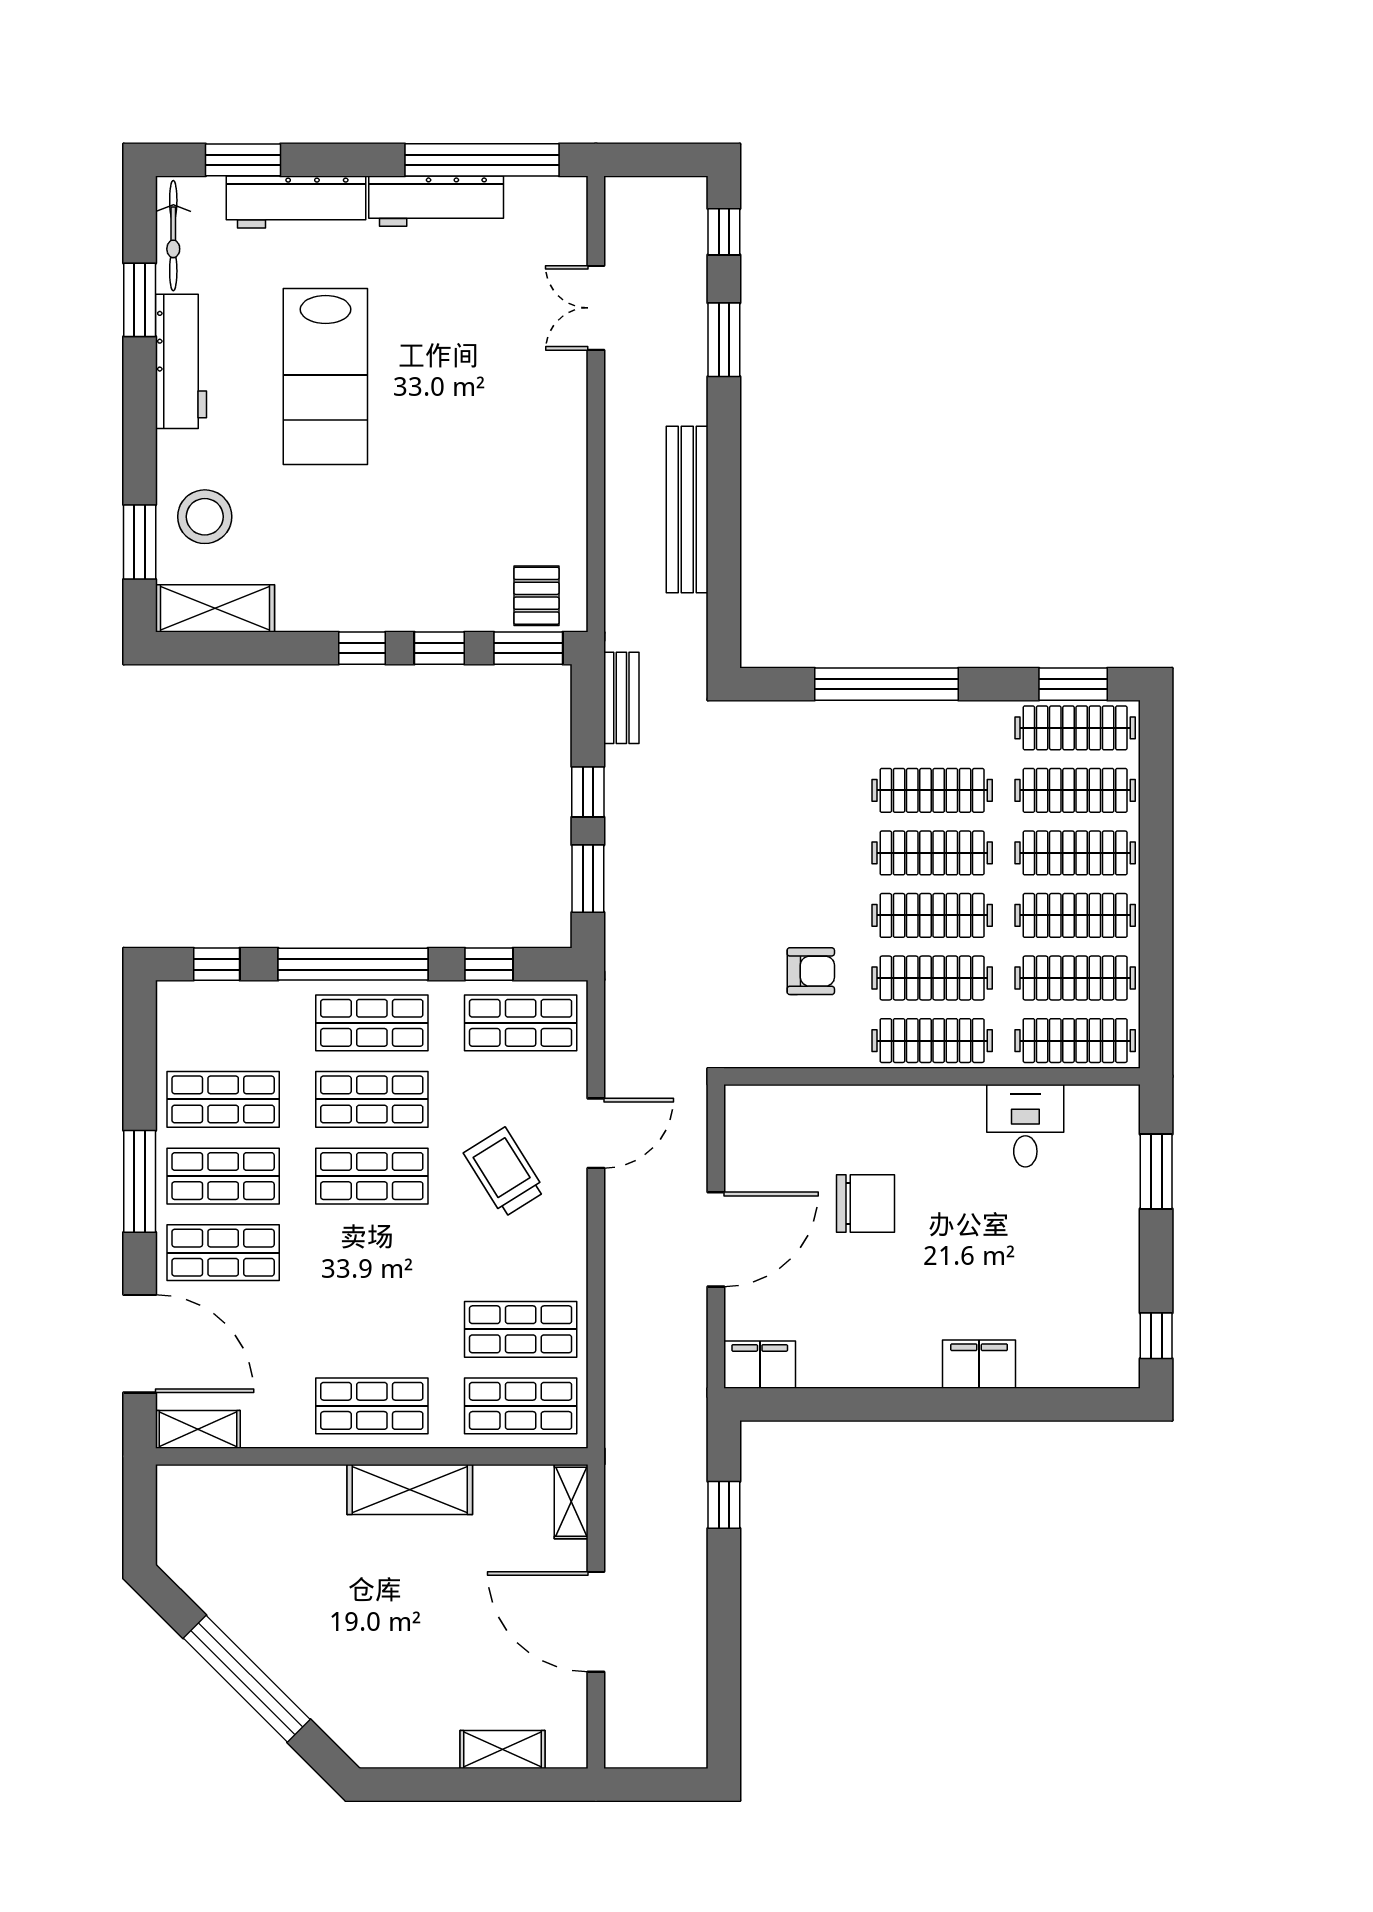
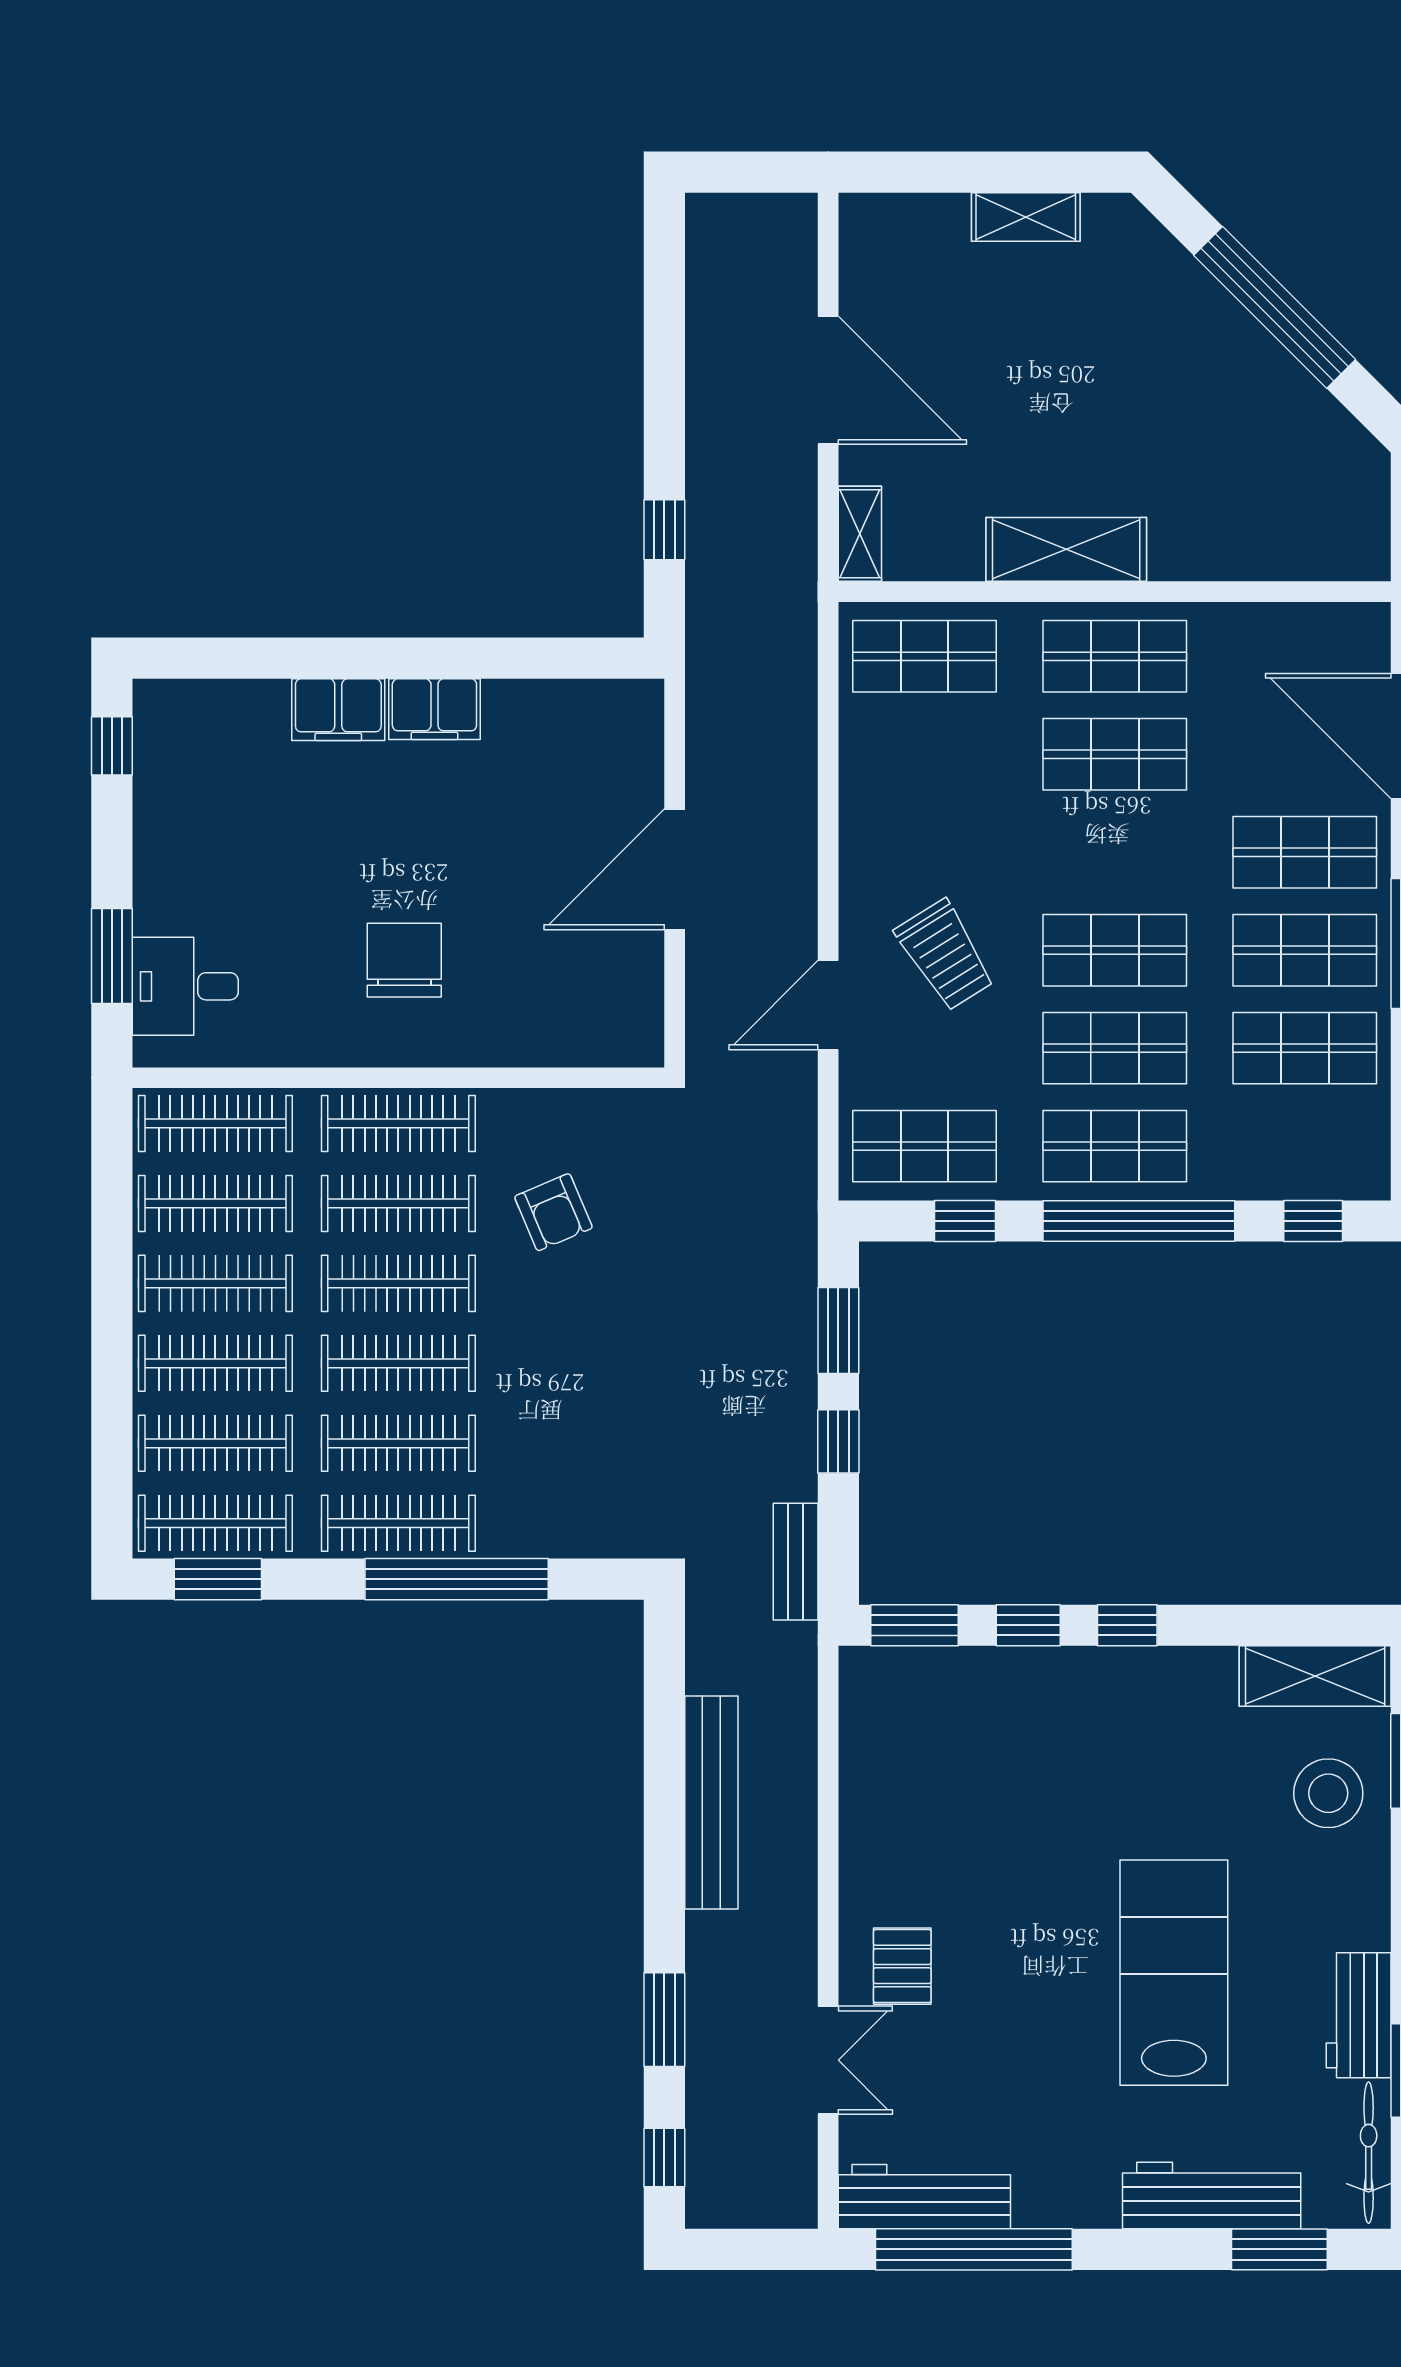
workbench: (436, 201) -> (924, 2197), moved
workbench: (181, 361) -> (1359, 2015), width x0.73
pallet: (536, 596) -> (902, 1966), moved
clothes rail: (932, 728) -> (398, 1523), added
armchair: (811, 971) -> (553, 1212), turned -113
desk: (1025, 1126) -> (185, 986), moved, turned 90
chair: (866, 1203) -> (404, 960), moved, turned 90
shop shelf: (521, 1329) -> (1115, 754), moved
filing cabinet: (760, 1365) -> (434, 709), moved
shelving: (198, 1429) -> (1337, 626), removed
shelving: (503, 1750) -> (1026, 217), moved

